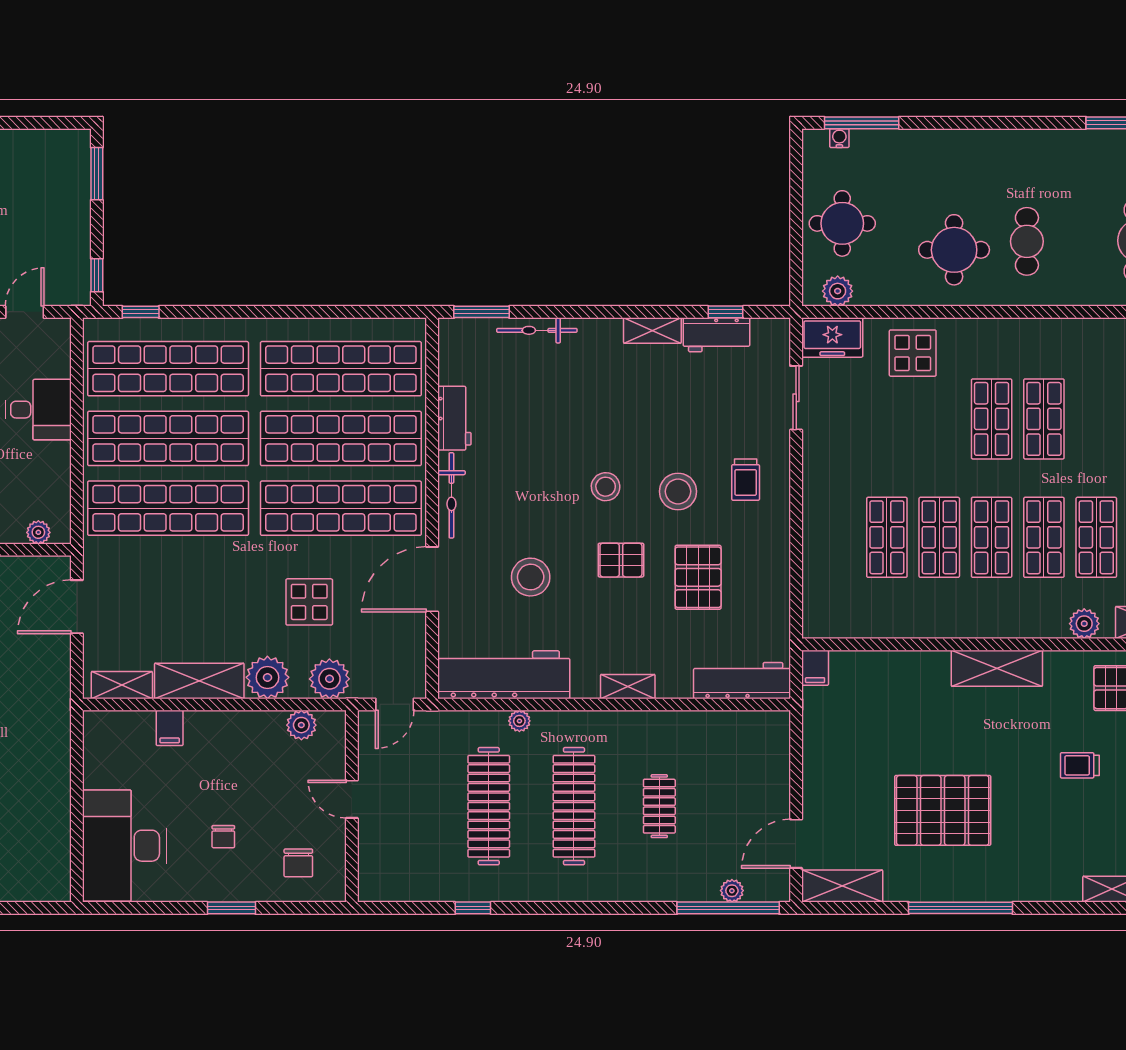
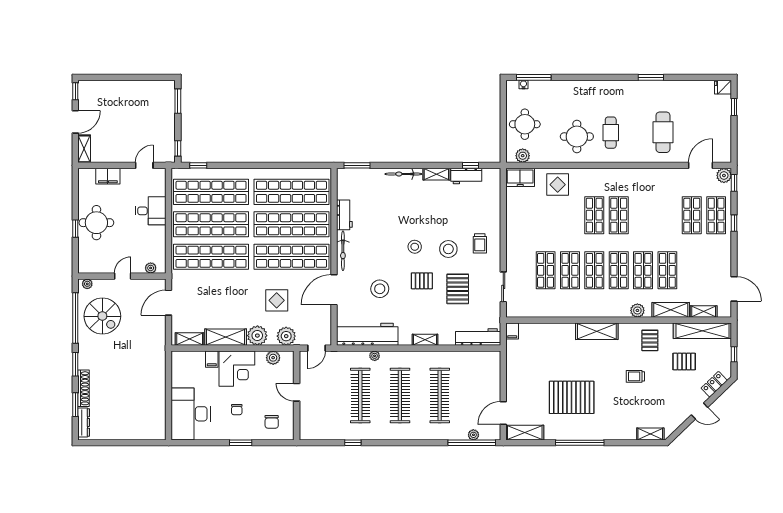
bicycle: (537, 330) -> (403, 174), moved
sliding door: (796, 398) -> (503, 287), moved
corner desk: (223, 748) -> (237, 369), added
clothes rail: (659, 806) -> (440, 395), width x1.86, depth x1.31

